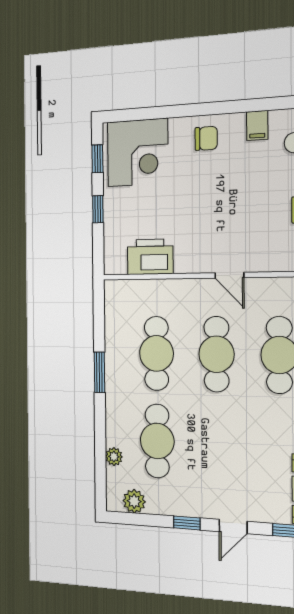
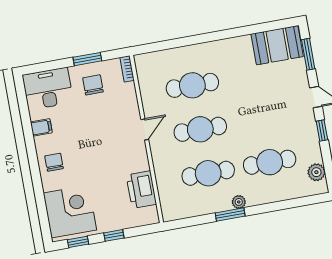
plant: (114, 457) -> (239, 202), moved

